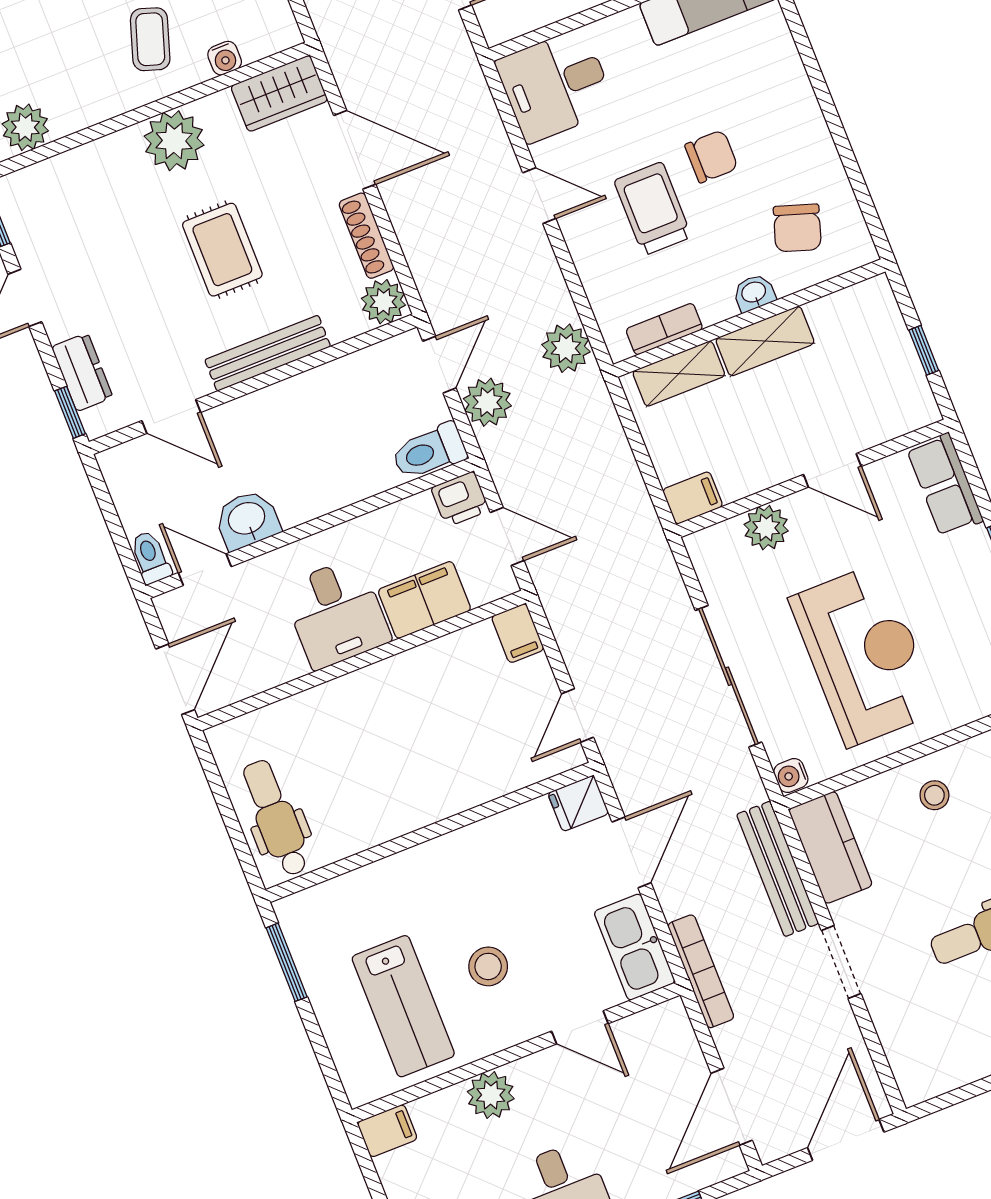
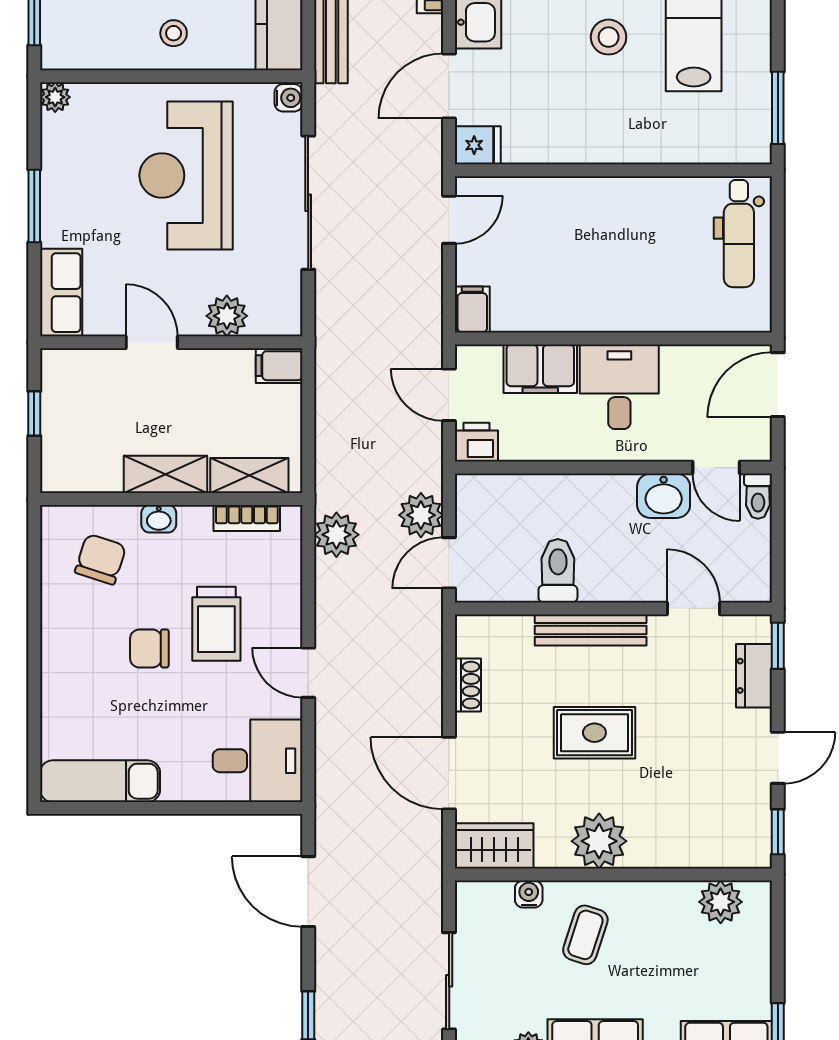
shoe rack: (366, 236) -> (468, 685), width x0.70
rug: (222, 250) -> (594, 733), turned 90
plant: (383, 302) -> (475, 635), removed
toilet: (429, 452) -> (558, 571), moved, turned -90

